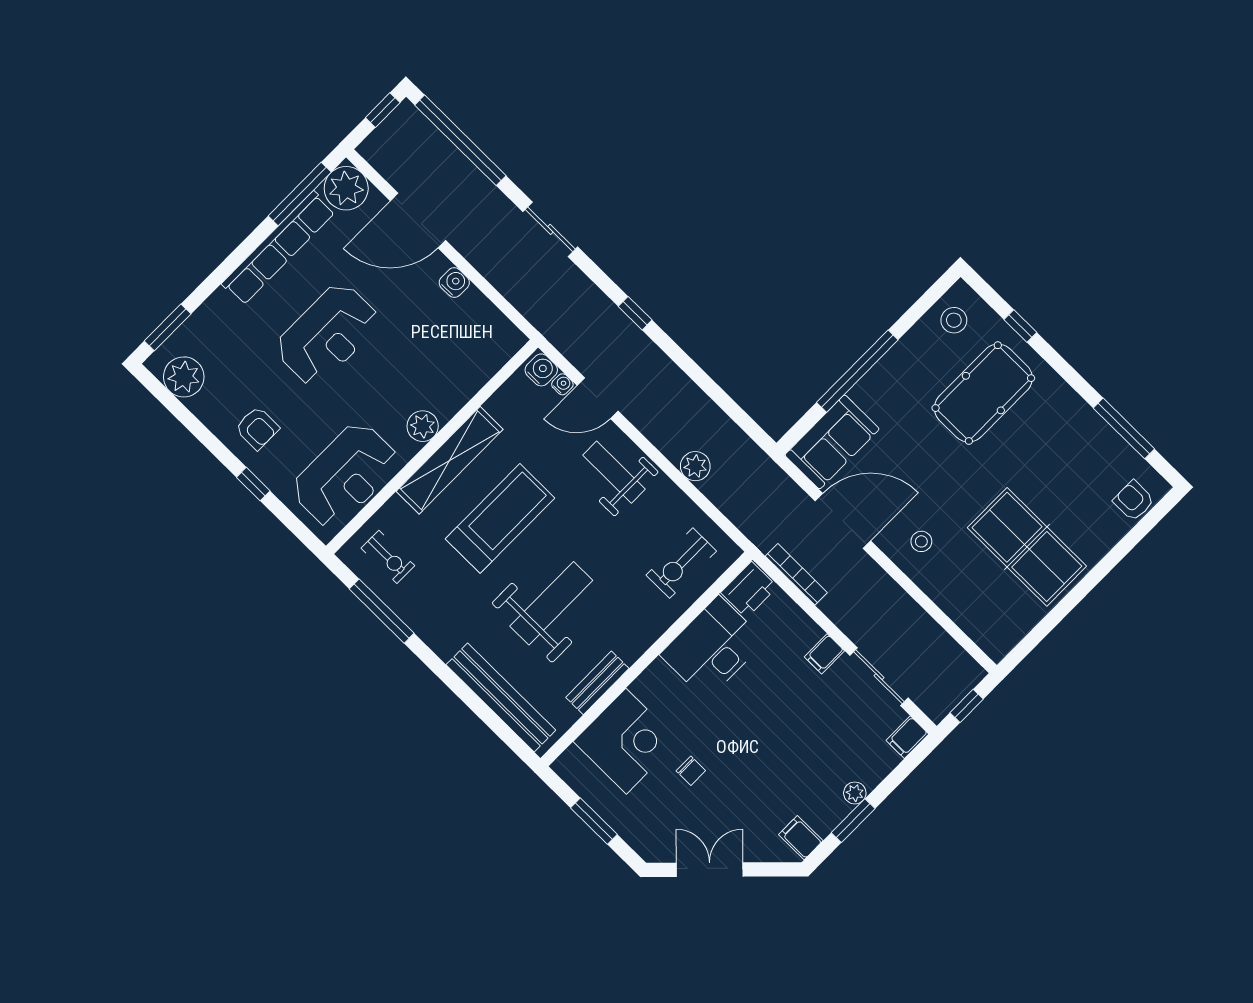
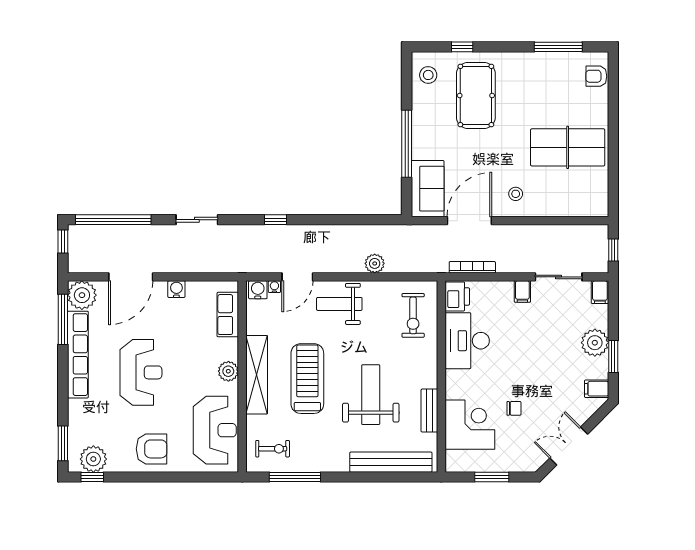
row of seats: (483, 365) -> (228, 315), added
armchair: (257, 428) -> (152, 449), width x1.38, depth x1.38
window: (253, 484) -> (92, 477), moved
plant: (855, 793) -> (595, 343), width x1.88, depth x1.88

